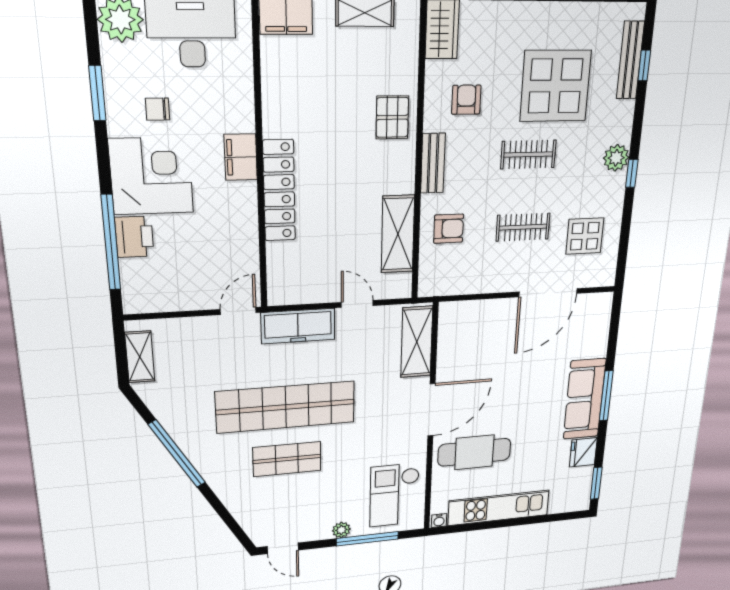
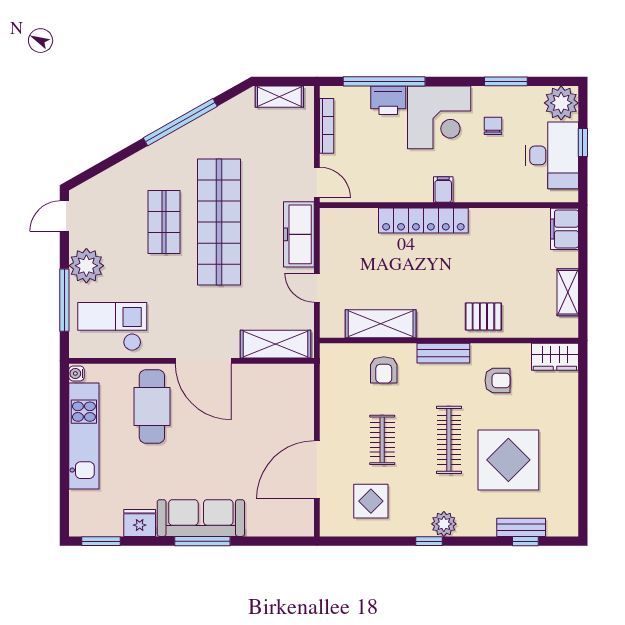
bench: (630, 60) -> (521, 527), width x0.73
clothes rail: (528, 154) -> (449, 440), width x1.36
filing cabinet: (241, 157) -> (443, 190), width x0.50
door: (548, 293) -> (317, 470), hinge flipped
bookcase: (171, 304) -> (327, 126), added
door: (357, 304) -> (317, 288), swing flipped
plant: (341, 530) -> (86, 266), width x1.88, depth x1.88

